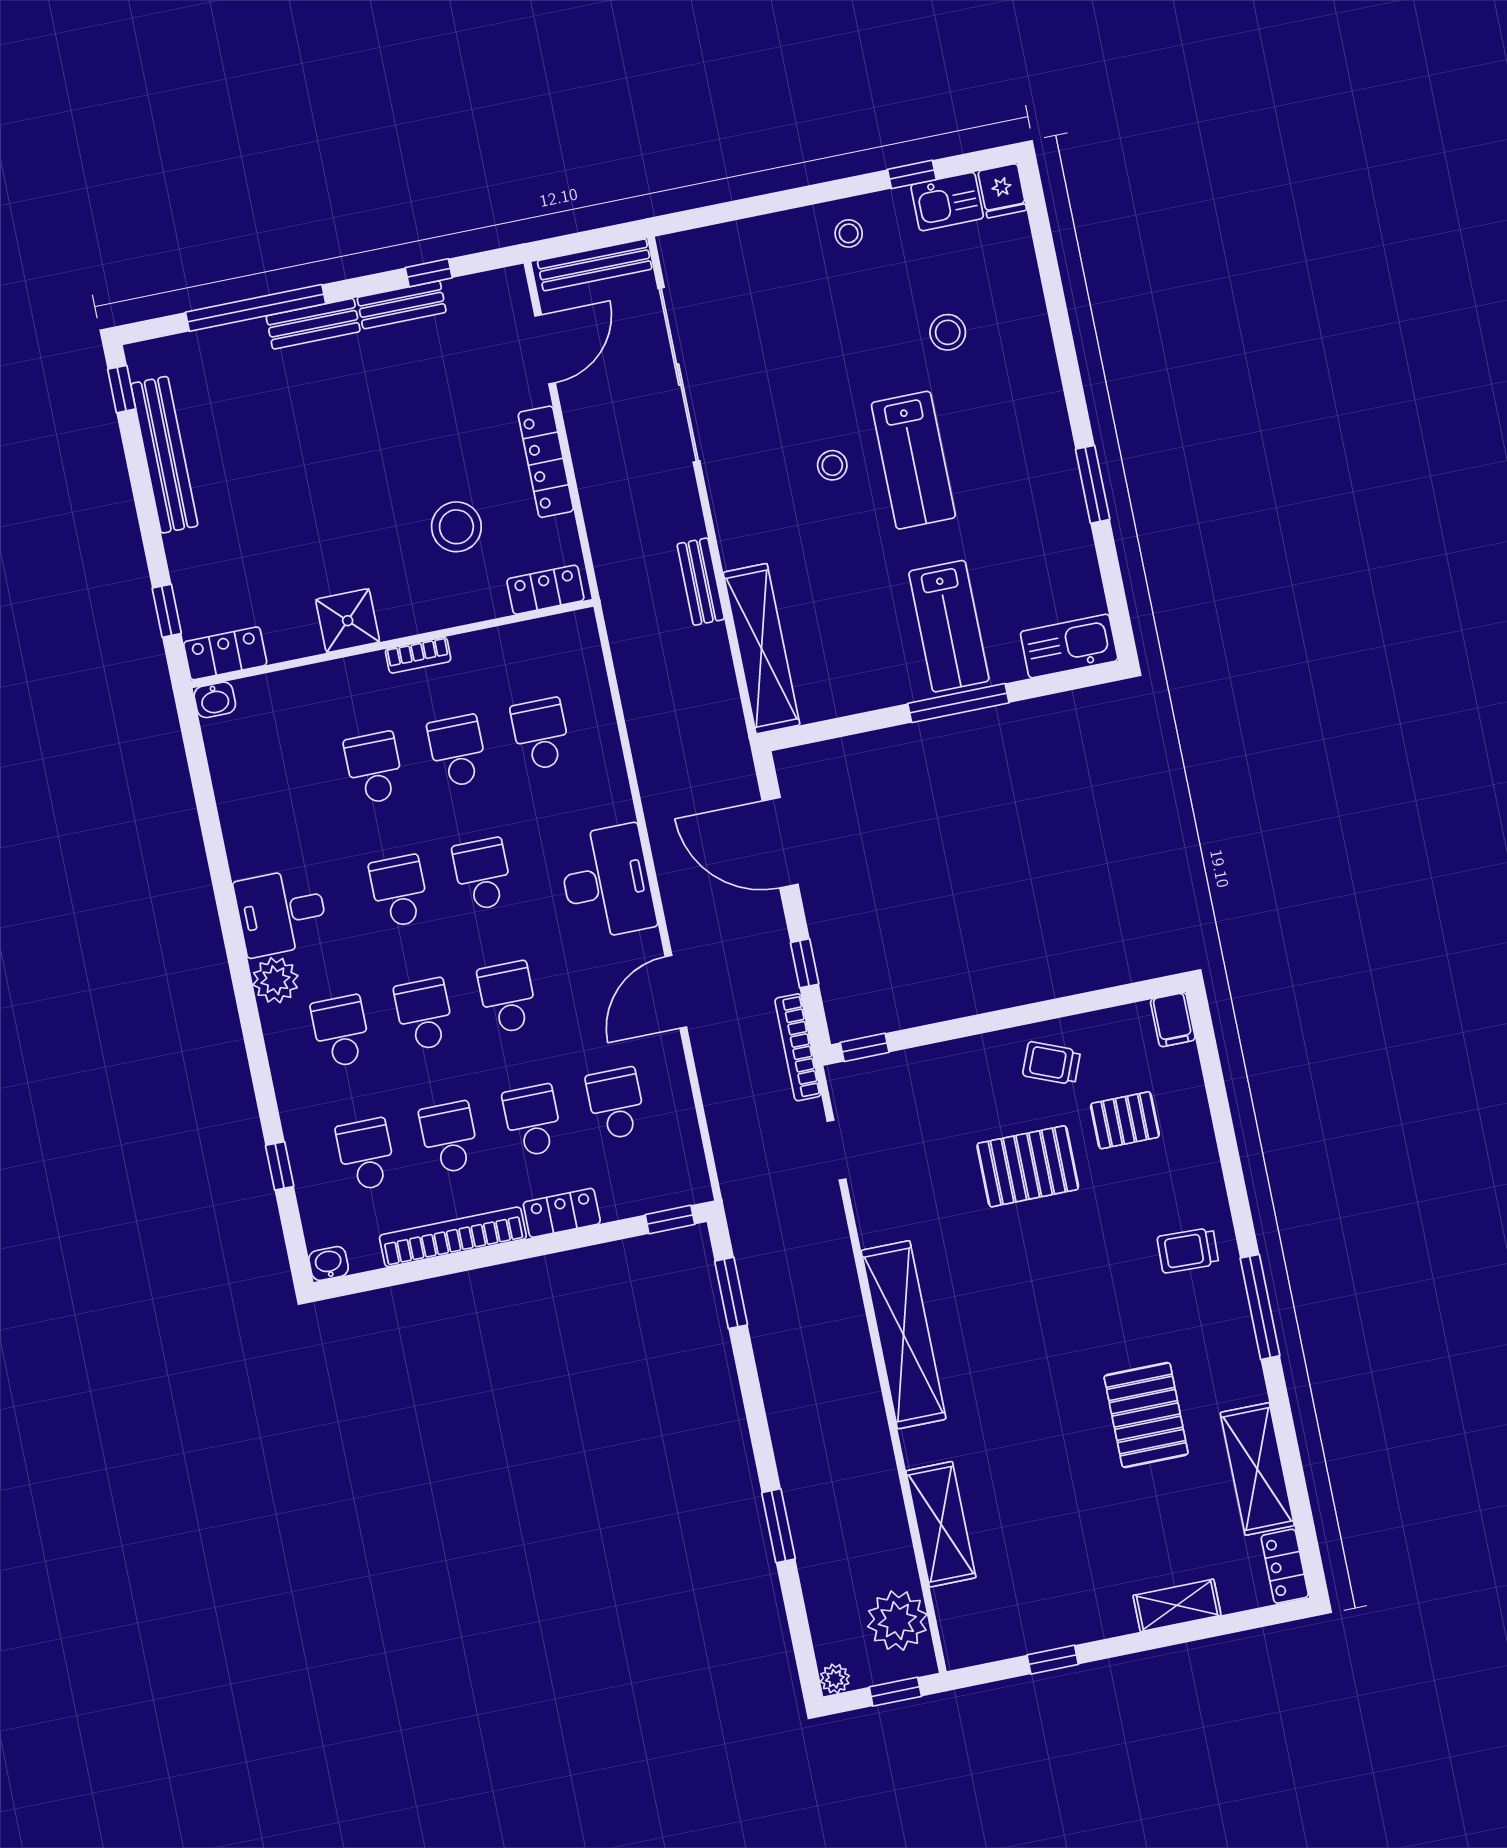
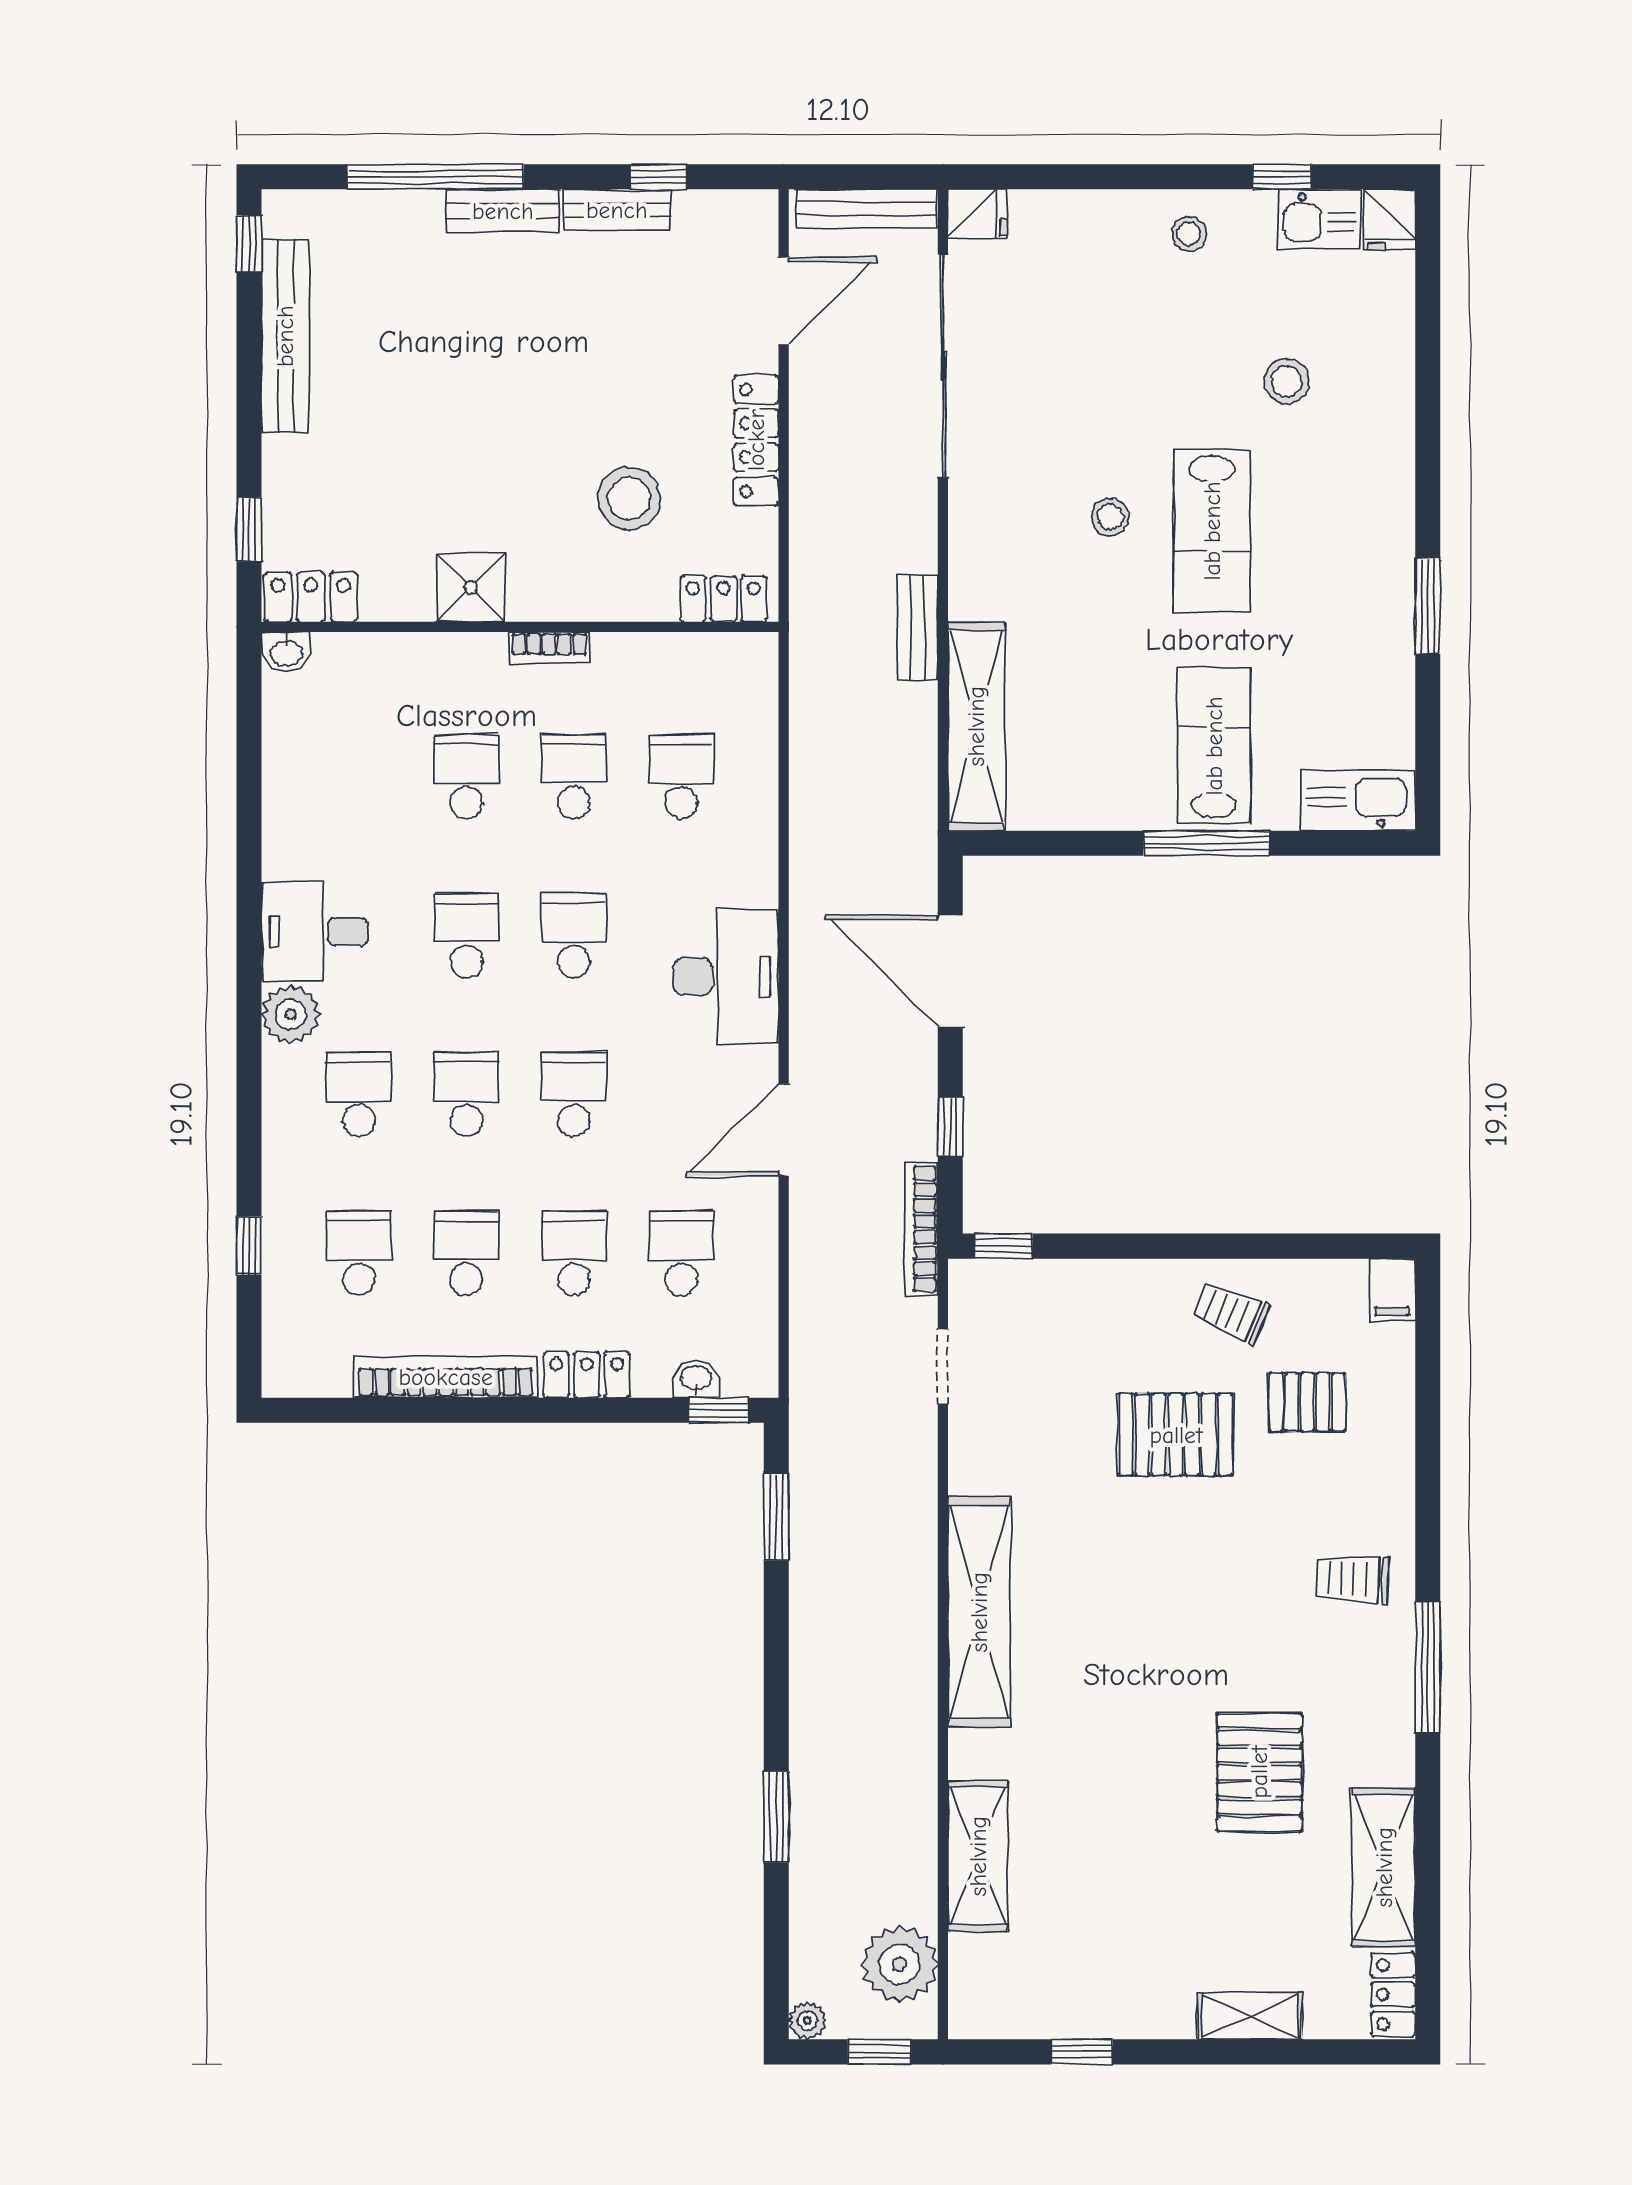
fridge: (682, 251) -> (977, 214), added
lab bench: (949, 626) -> (1214, 746), turned 180
washbasin: (329, 1263) -> (696, 1379), moved

